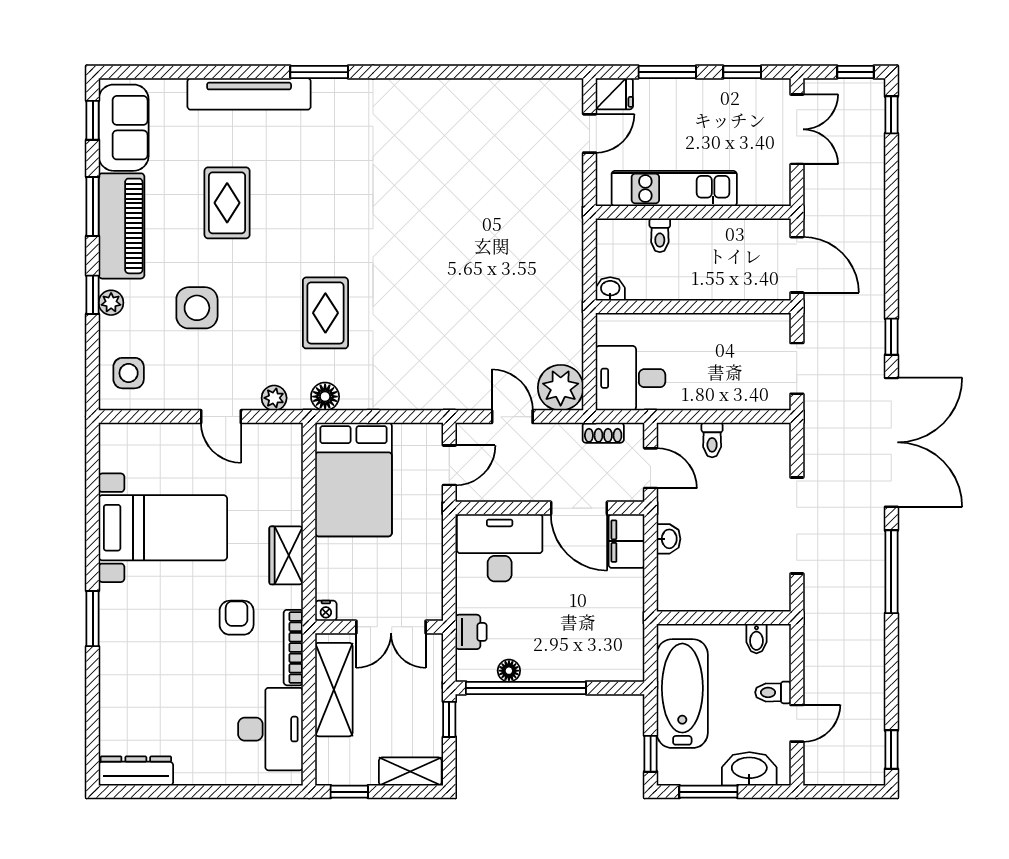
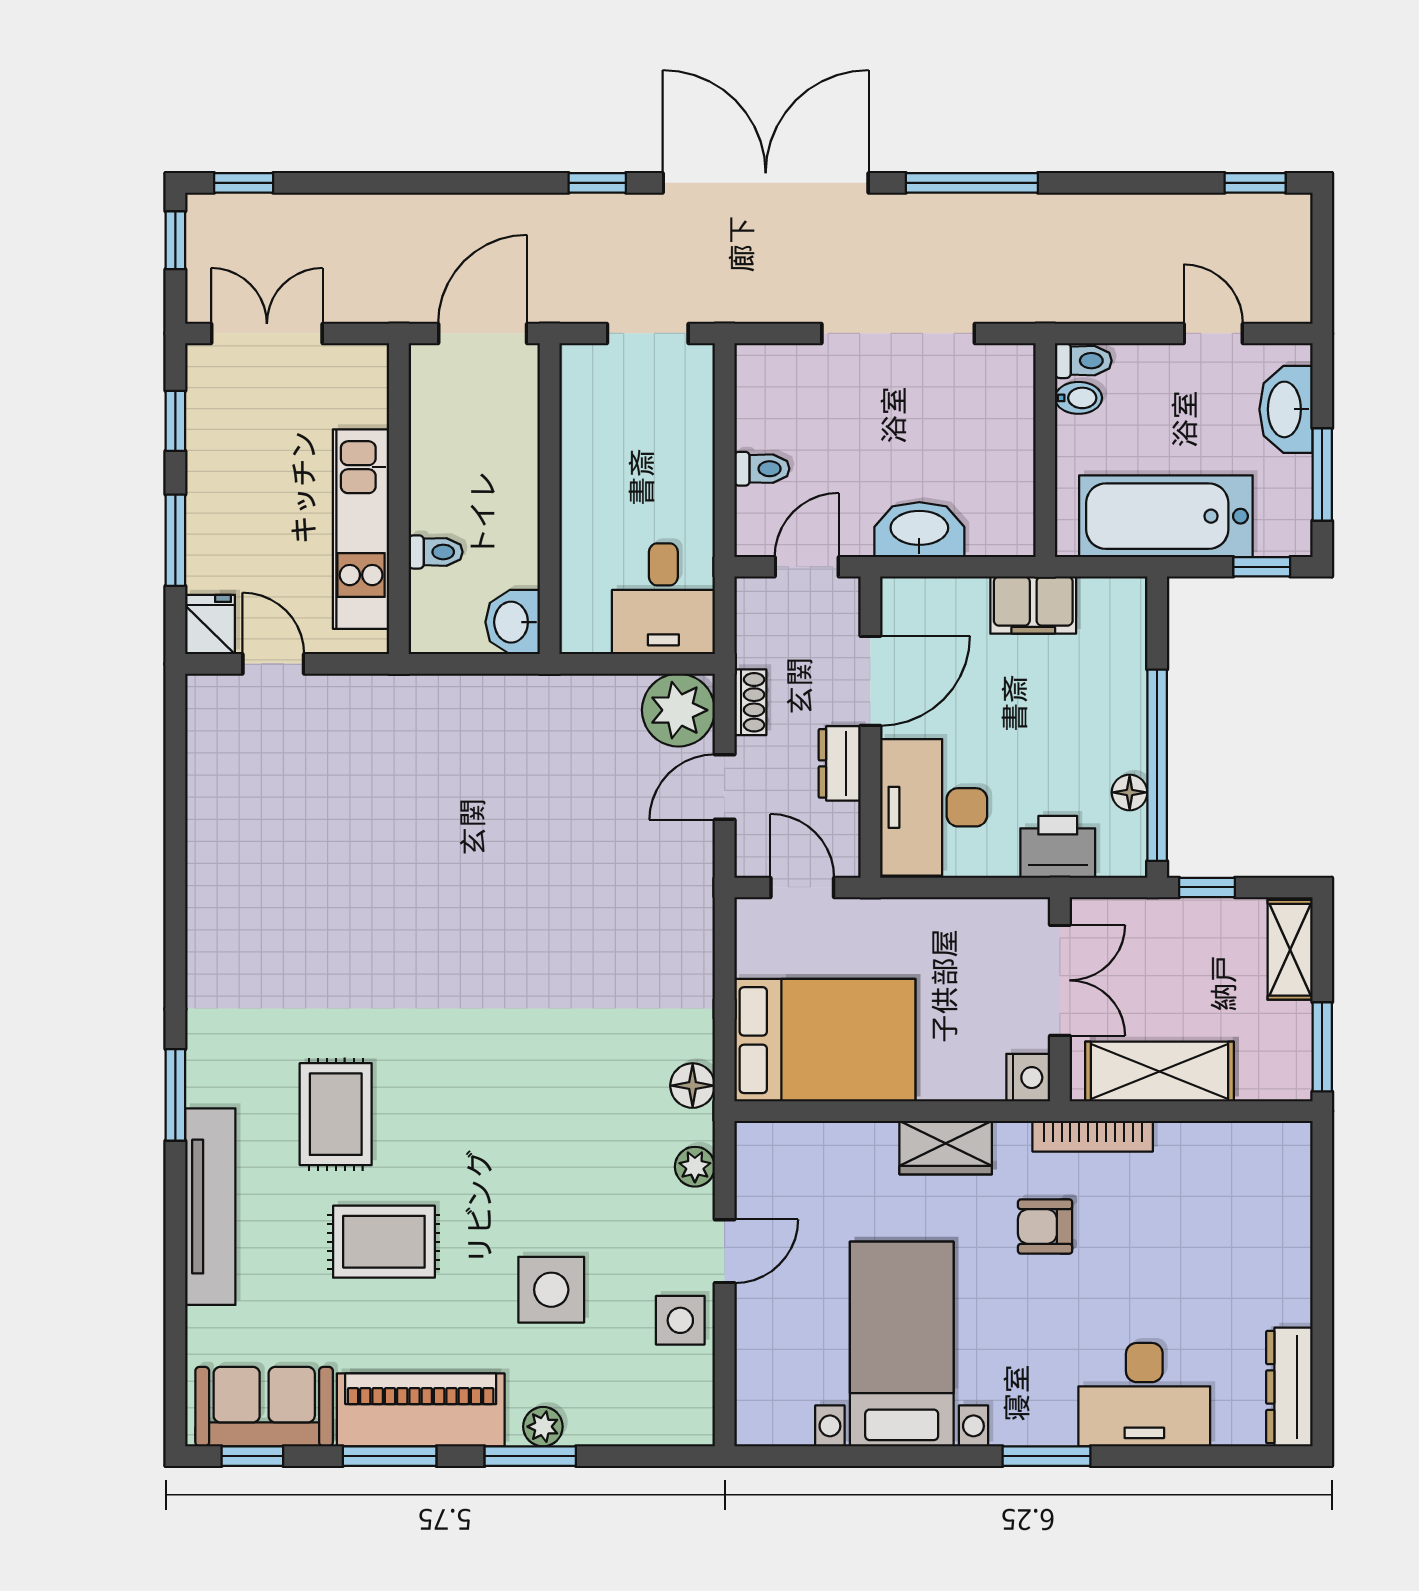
washbasin: (610, 289) -> (513, 622), width x1.38, depth x1.45
window: (93, 295) -> (530, 1456), width x1.50
rug: (325, 313) -> (336, 1114), moved, turned 90
side table: (129, 373) -> (680, 1320), moved
shoe rack: (603, 433) -> (750, 702), moved
dresser: (527, 489) -> (840, 763), added
washbasin: (669, 539) -> (919, 530), width x1.91, depth x1.45
filing cabinet: (627, 541) -> (1033, 605), moved
nightstand: (326, 611) -> (1028, 1078), width x1.39, depth x1.35
printer: (471, 632) -> (1058, 847), width x1.36, depth x1.24
toilet: (773, 692) -> (1083, 361), moved, turned -90
desk: (270, 729) -> (1144, 1395), moved, turned 180
window: (349, 792) -> (1322, 1047), width x1.50

